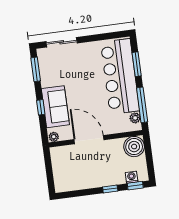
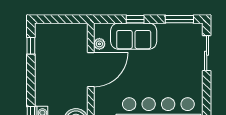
plant: (54, 137) -> (99, 44), moved
window: (110, 189) -> (31, 46), moved

